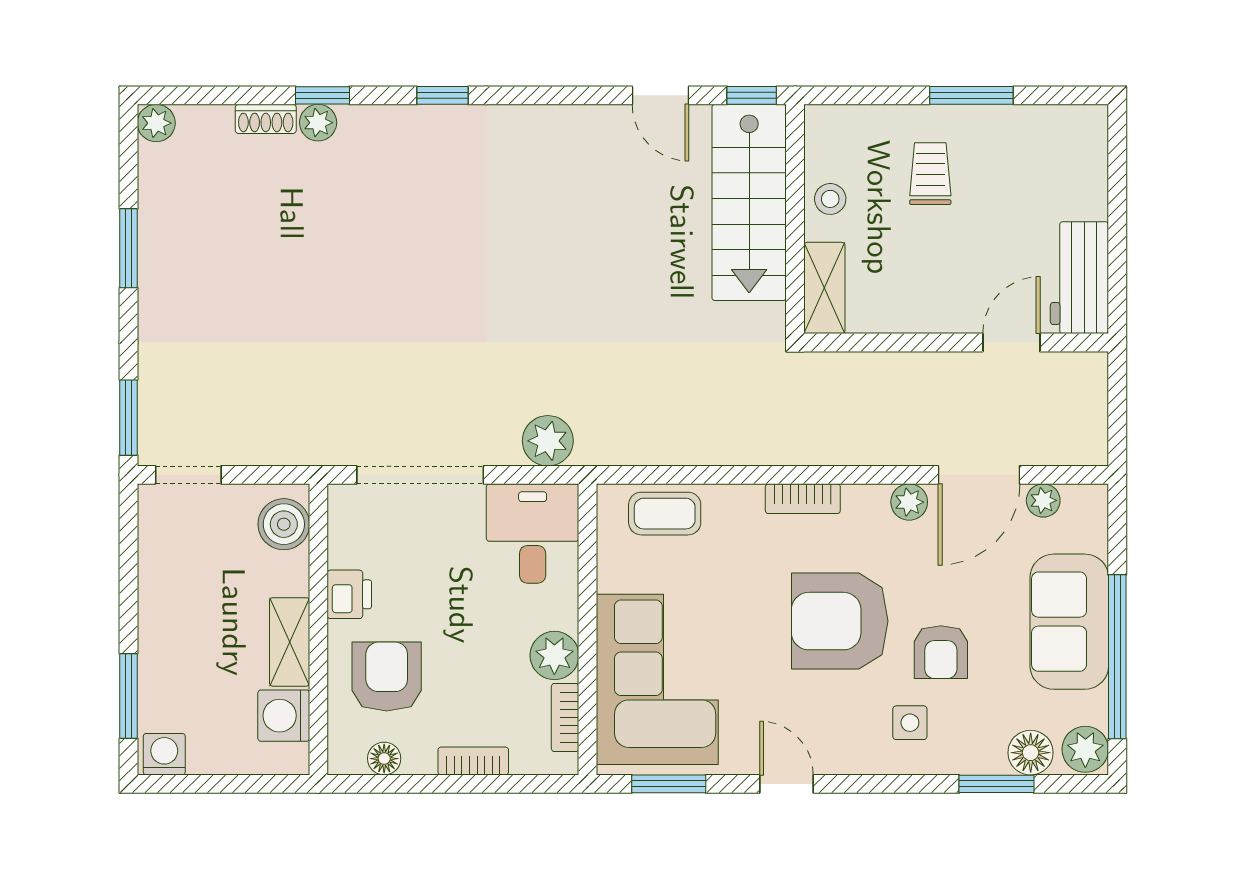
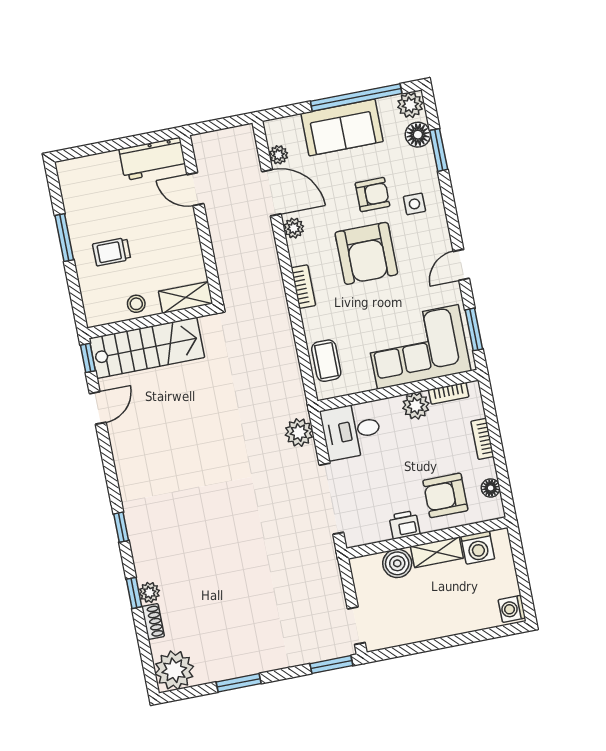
plant: (156, 123) -> (174, 670), width x1.87, depth x1.87
boiler: (284, 524) -> (397, 563), moved
window: (129, 696) -> (484, 635), removed

